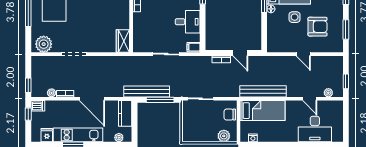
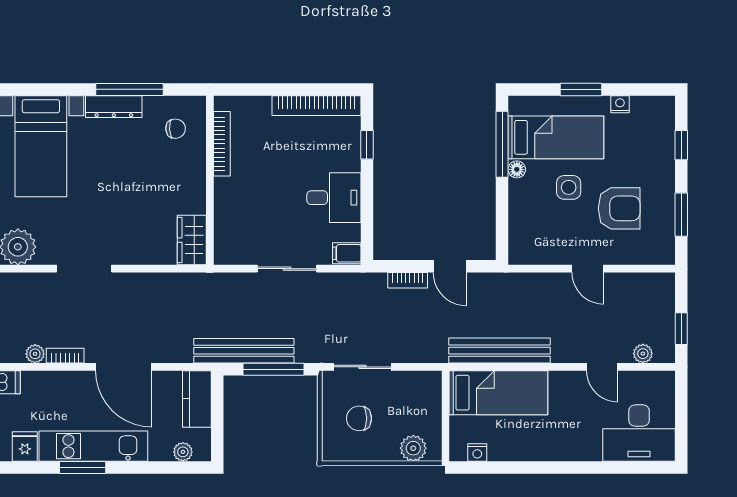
chair: (230, 115) -> (359, 418), moved
desk: (315, 129) -> (639, 433), moved

